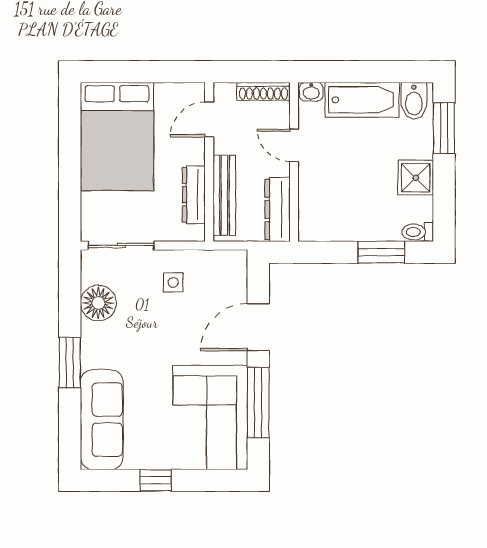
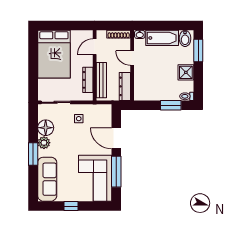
door: (258, 327) -> (116, 138), hinge flipped
plant: (94, 337) -> (44, 143), added

